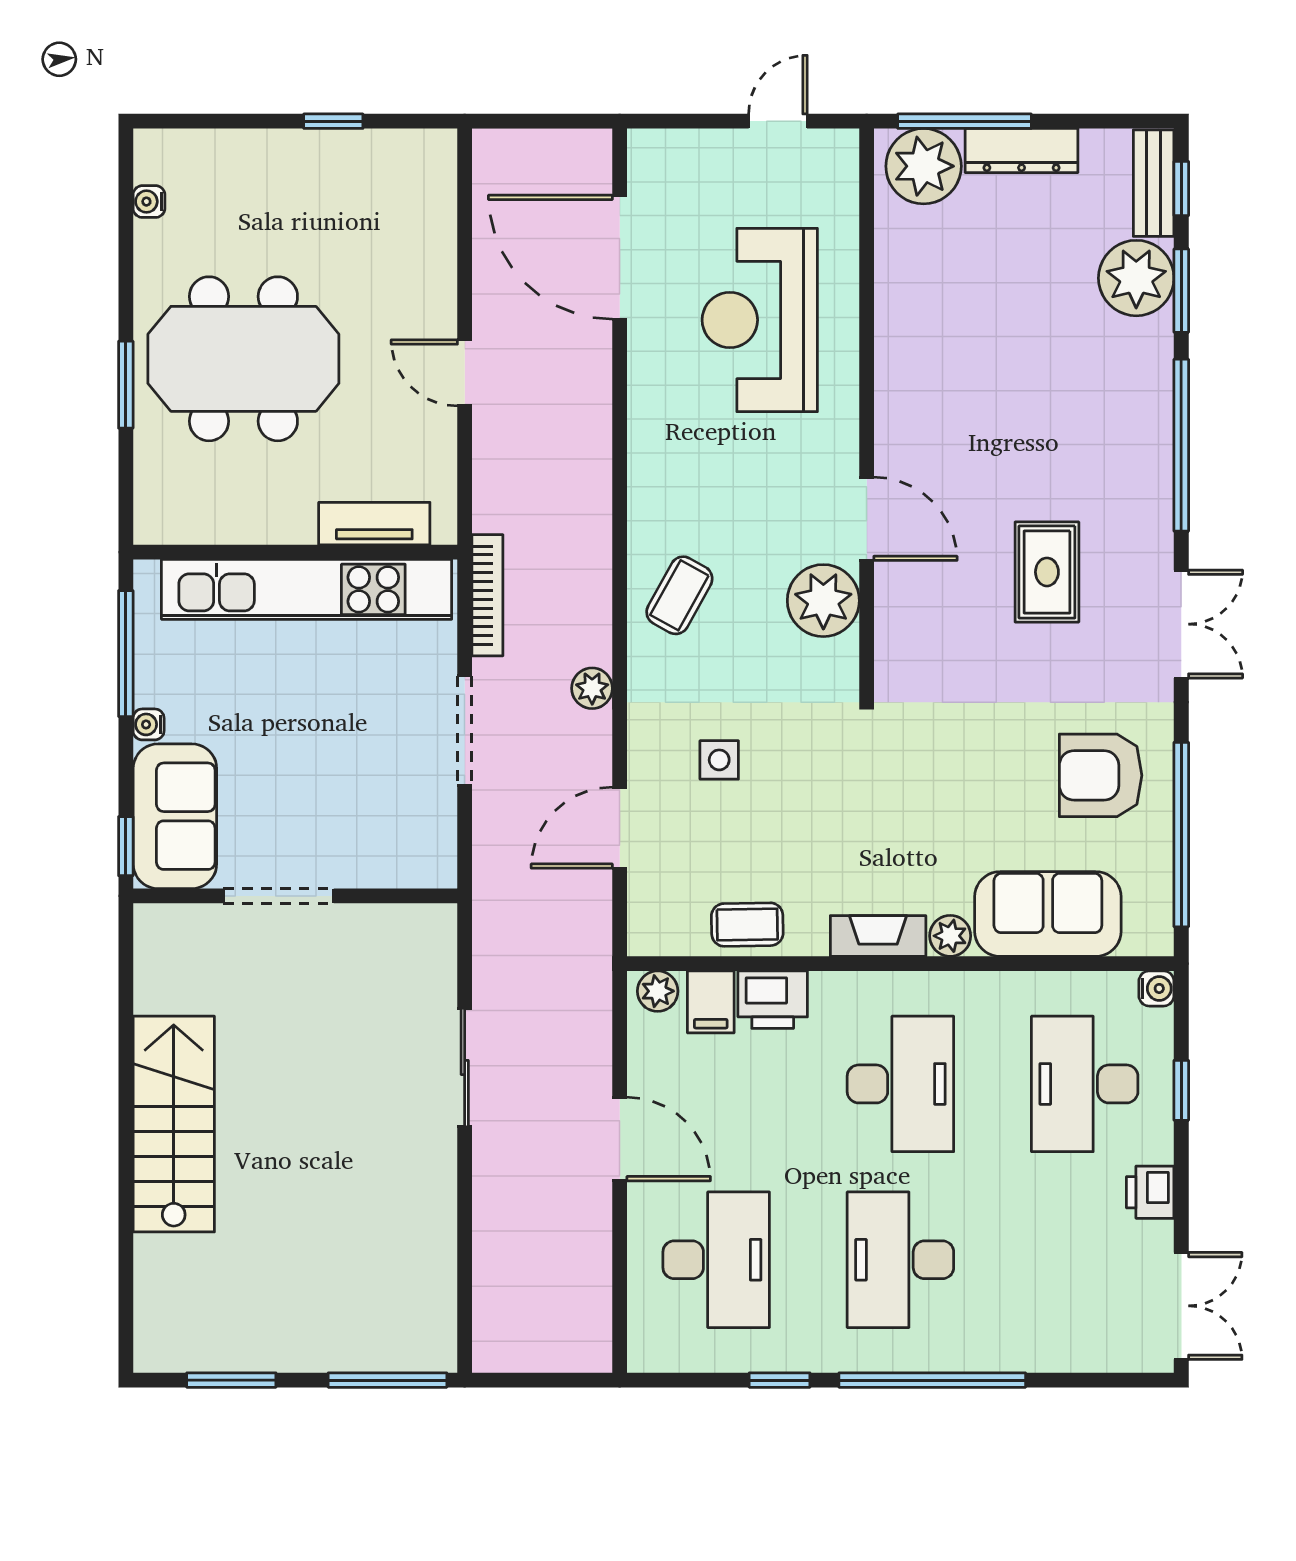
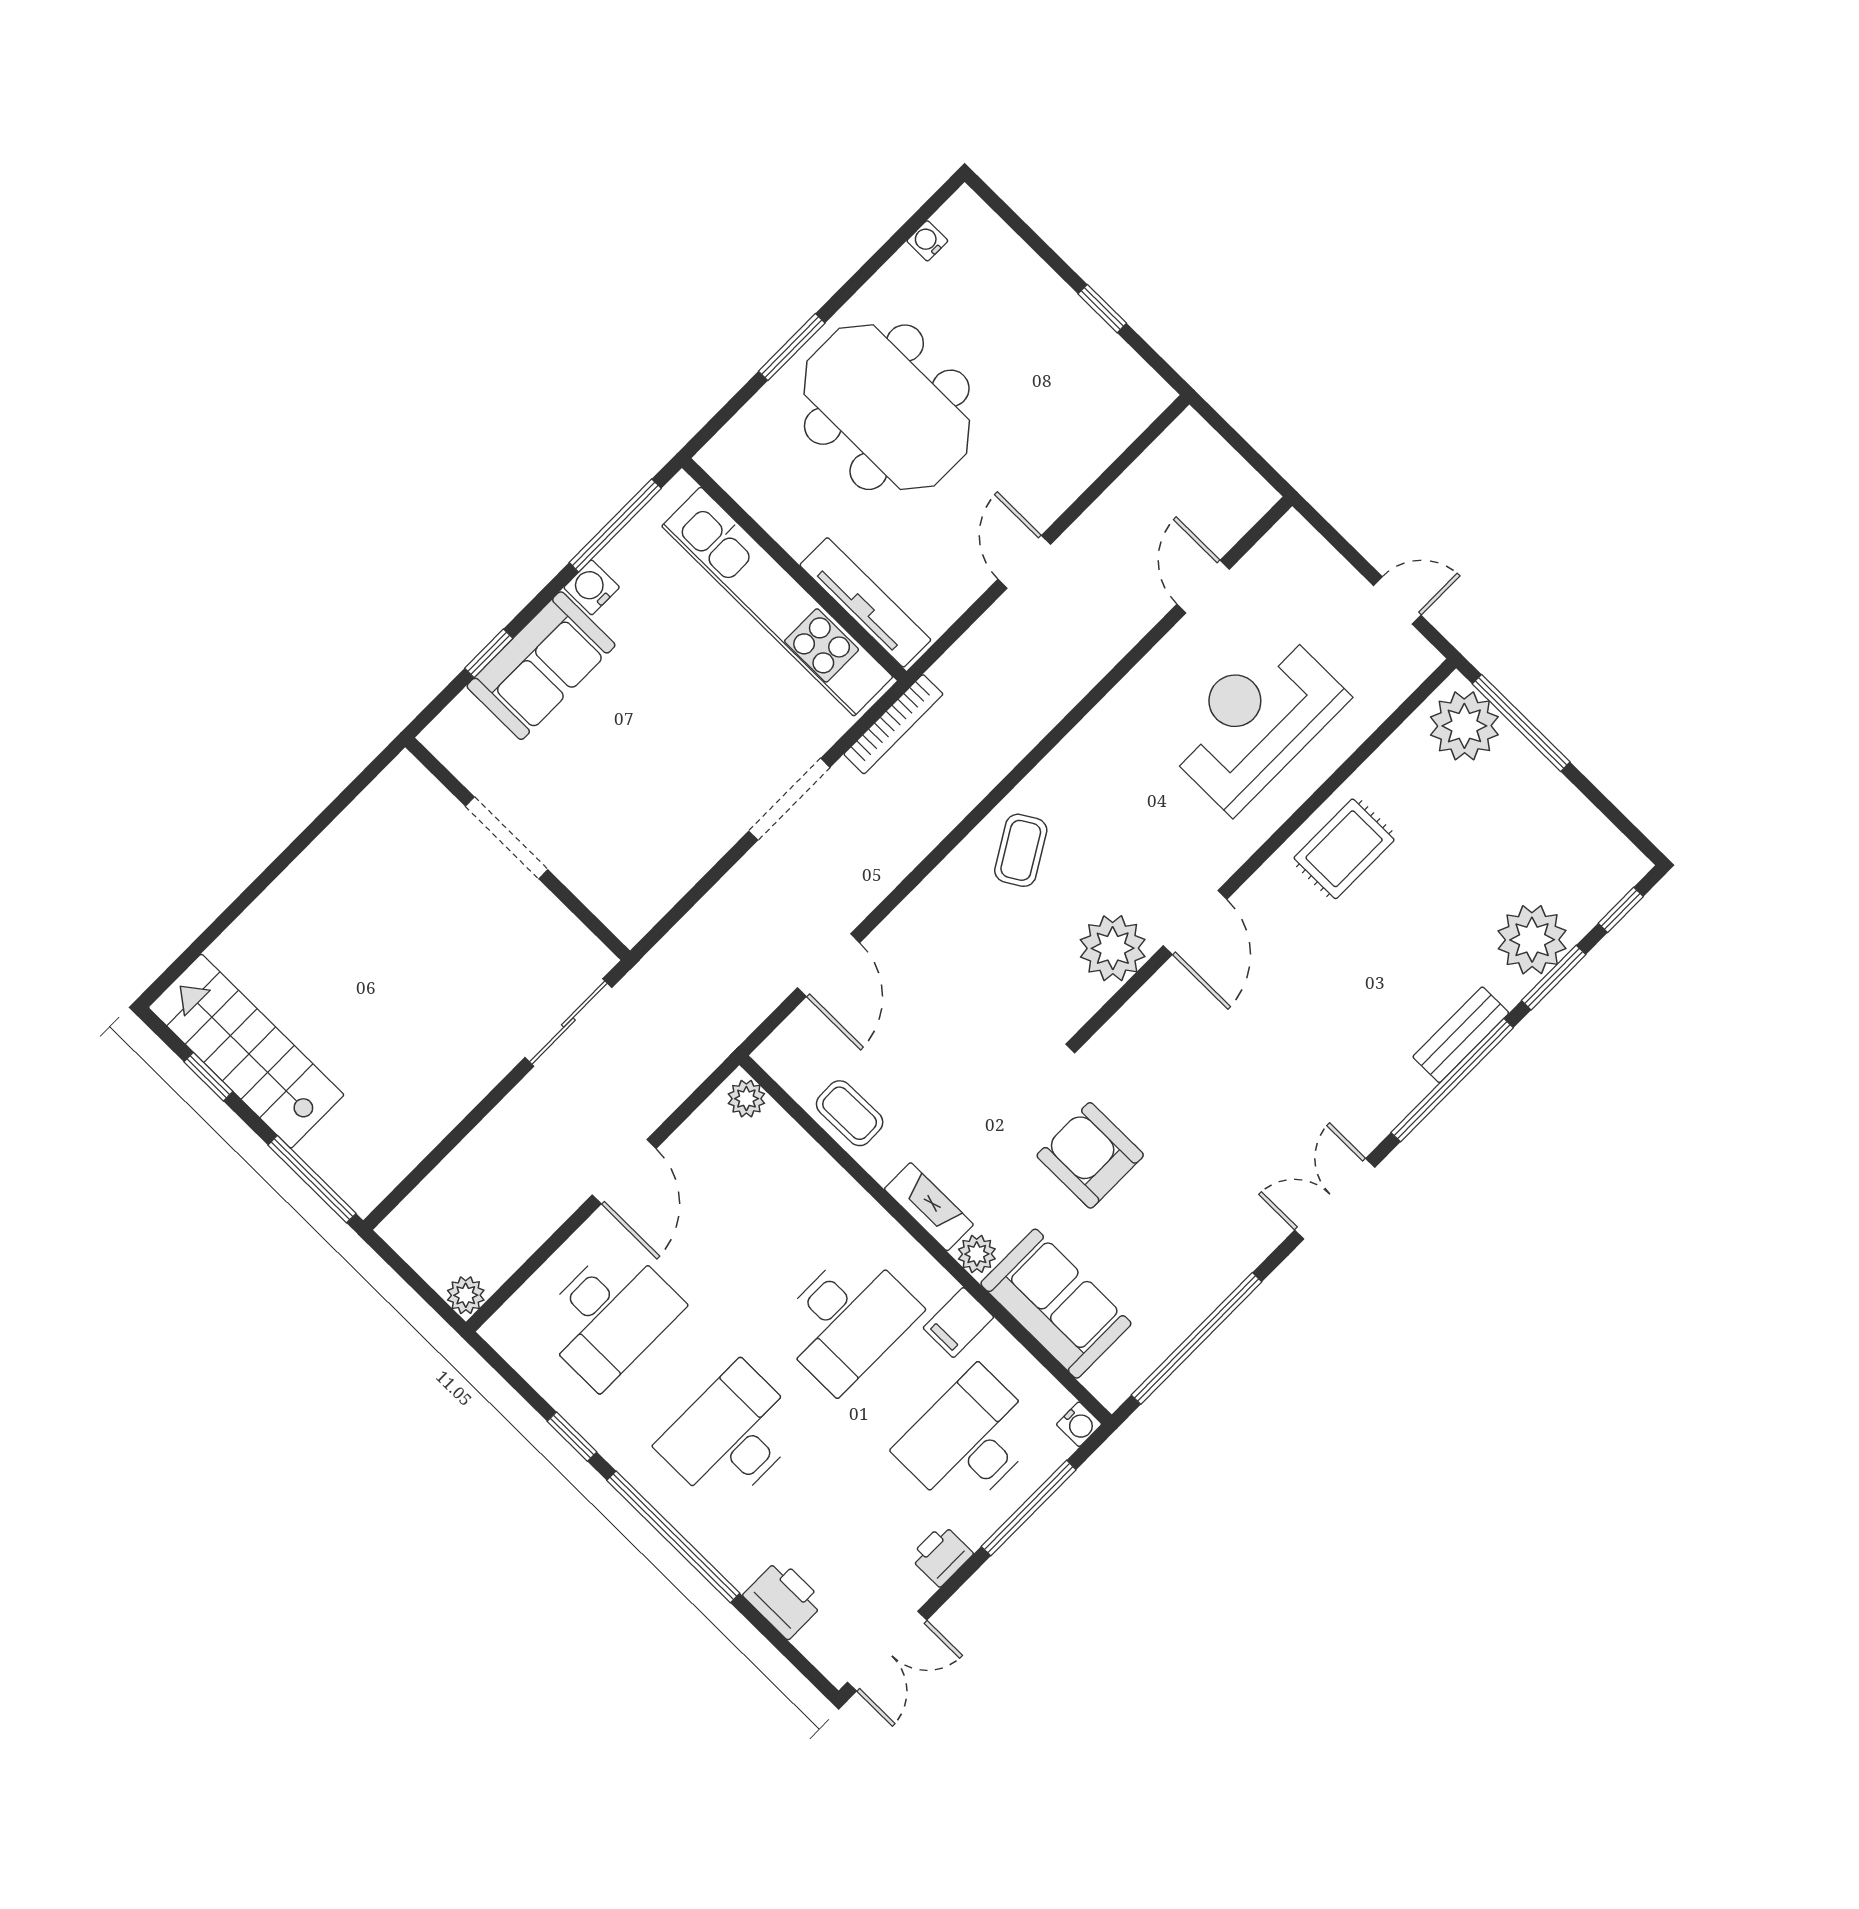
dresser: (1022, 151) -> (1540, 780), removed
bench: (1154, 183) -> (1461, 1035), moved
door: (620, 257) -> (1203, 587), width x0.53
tv unit: (374, 524) -> (865, 602), width x1.41
rug: (1047, 572) -> (1344, 849), moved
coffee table: (679, 595) -> (1021, 850), turned -60
double door: (1181, 624) -> (1335, 1199), swing flipped
plant: (592, 688) -> (466, 1295), moved
water cooler: (149, 724) -> (592, 587), width x1.38, depth x1.38
side table: (719, 760) -> (939, 986), removed
armchair: (1101, 775) -> (1090, 1155), moved
door: (620, 828) -> (829, 965), swing flipped
doorway: (278, 896) -> (507, 838), moved
wall: (295, 896) -> (518, 849), moved
printer: (773, 1000) -> (784, 1599), moved, turned 180
filing cabinet: (711, 1002) -> (958, 1323), moved
window: (1181, 1090) -> (1029, 1508), width x2.17
stairs: (174, 1124) -> (246, 1051), moved, turned -90
window: (231, 1380) -> (208, 1077), width x0.67

